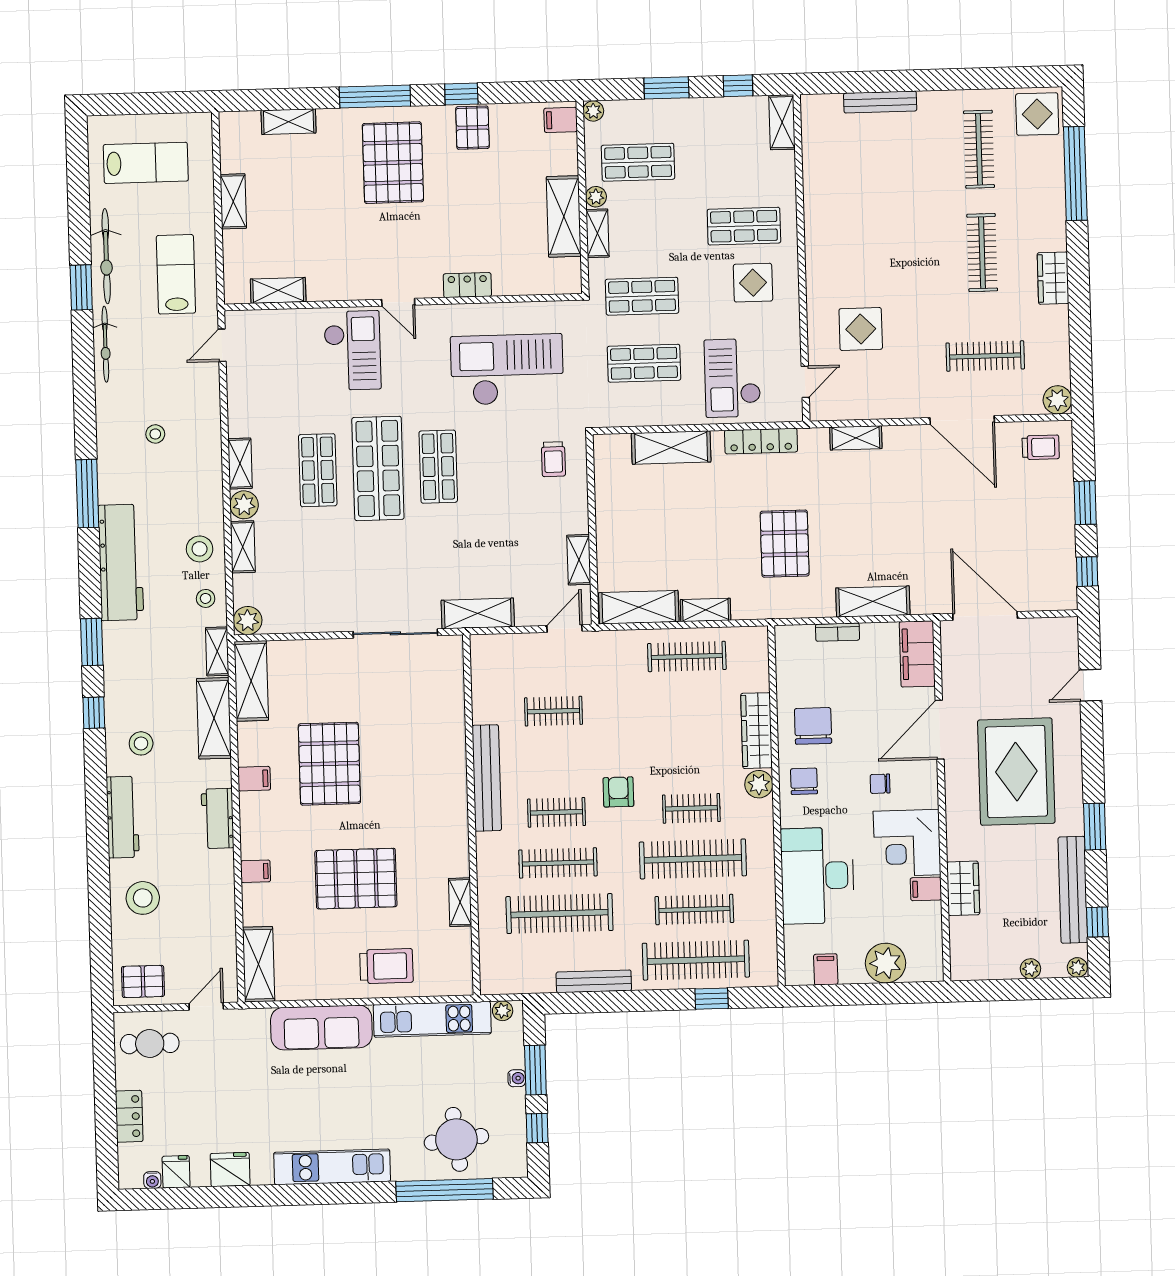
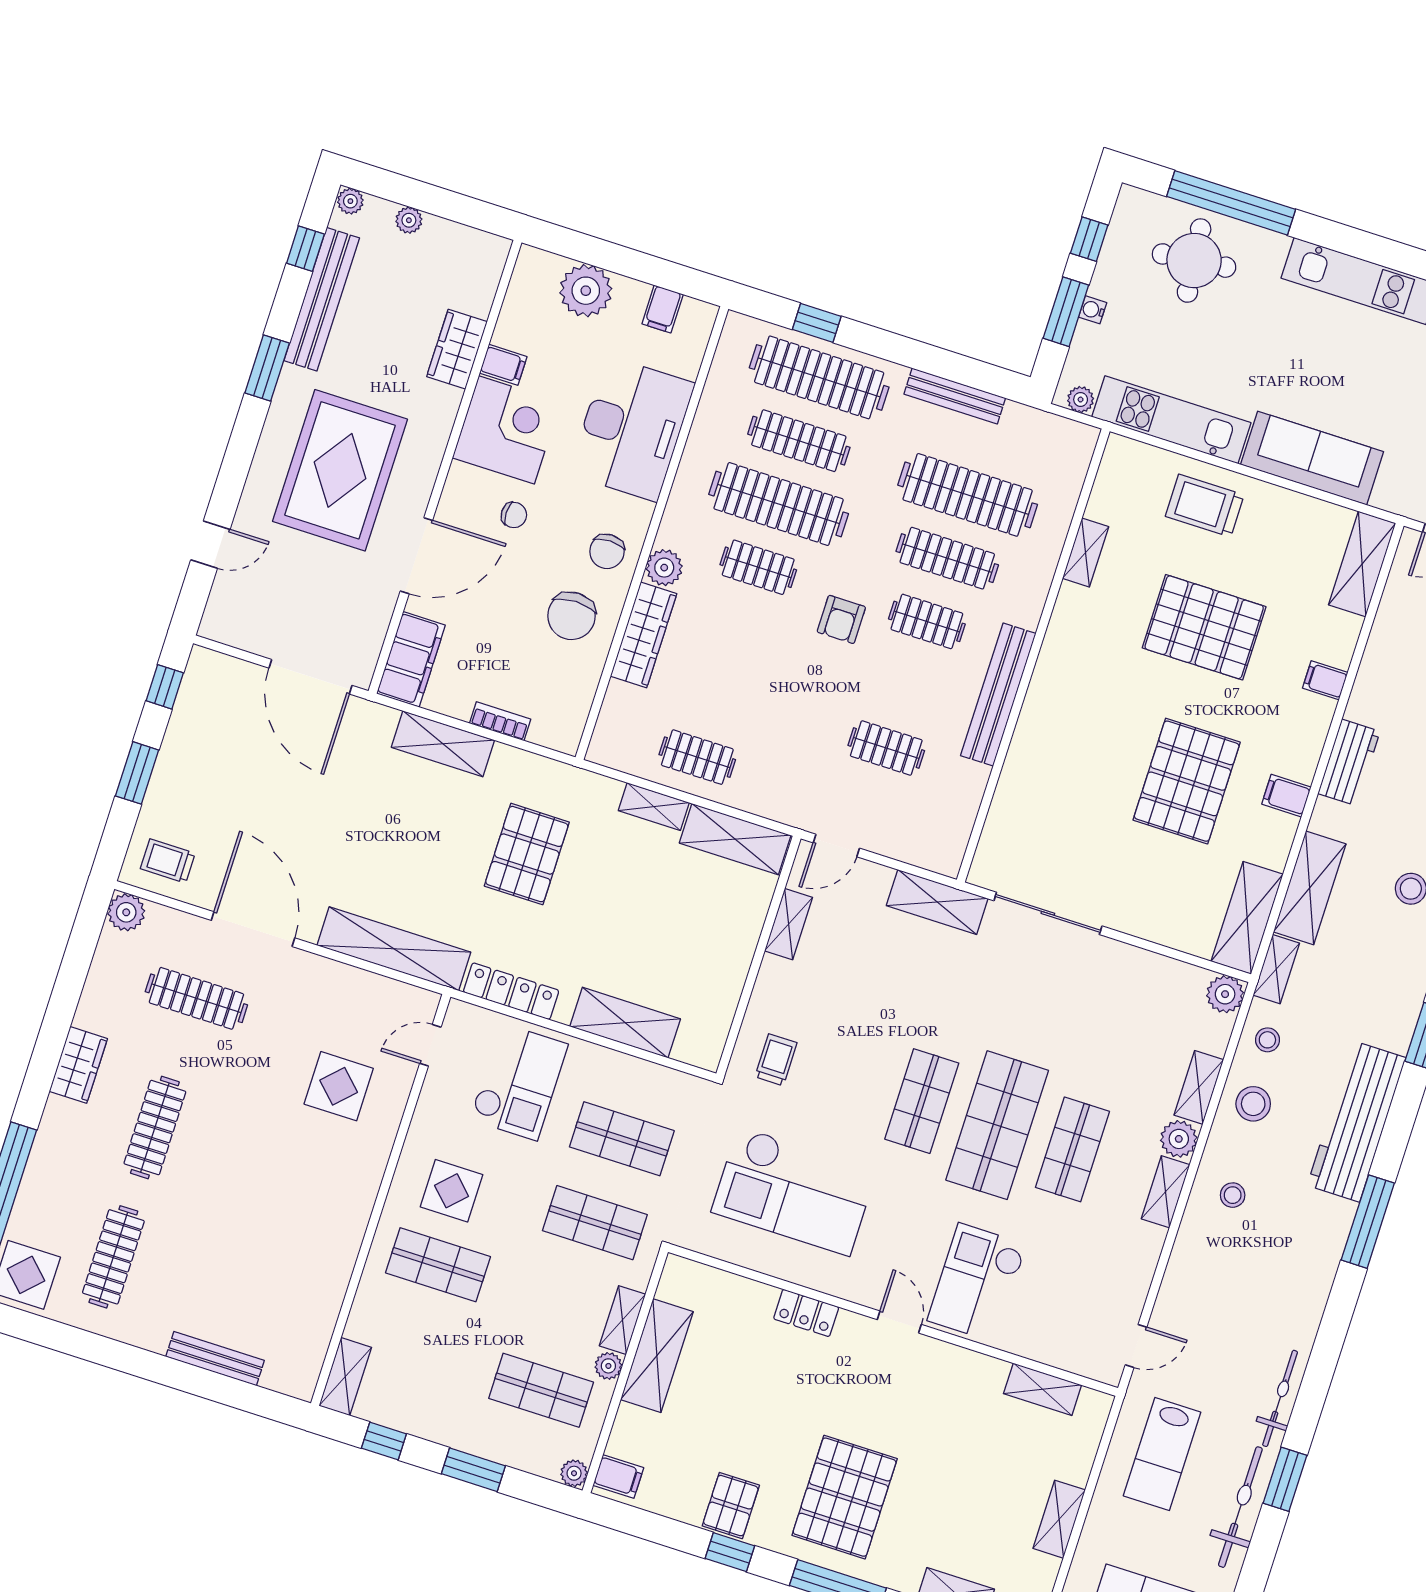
stool: (155, 434) -> (1233, 1195), moved
shelving: (856, 438) -> (394, 949), width x2.20, depth x1.33
clothes rail: (687, 656) -> (697, 757), width x0.73

